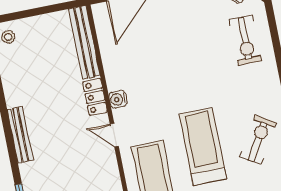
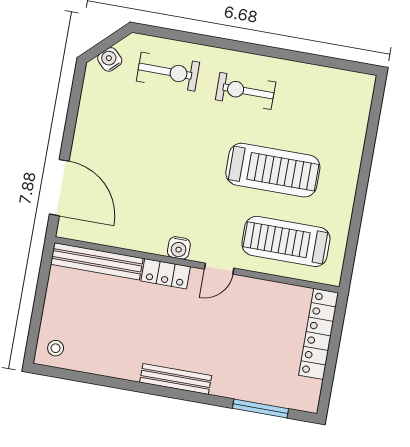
exercise bike: (258, 140) -> (246, 91), moved, turned -31
treadmill: (203, 146) -> (273, 170), turned 180

